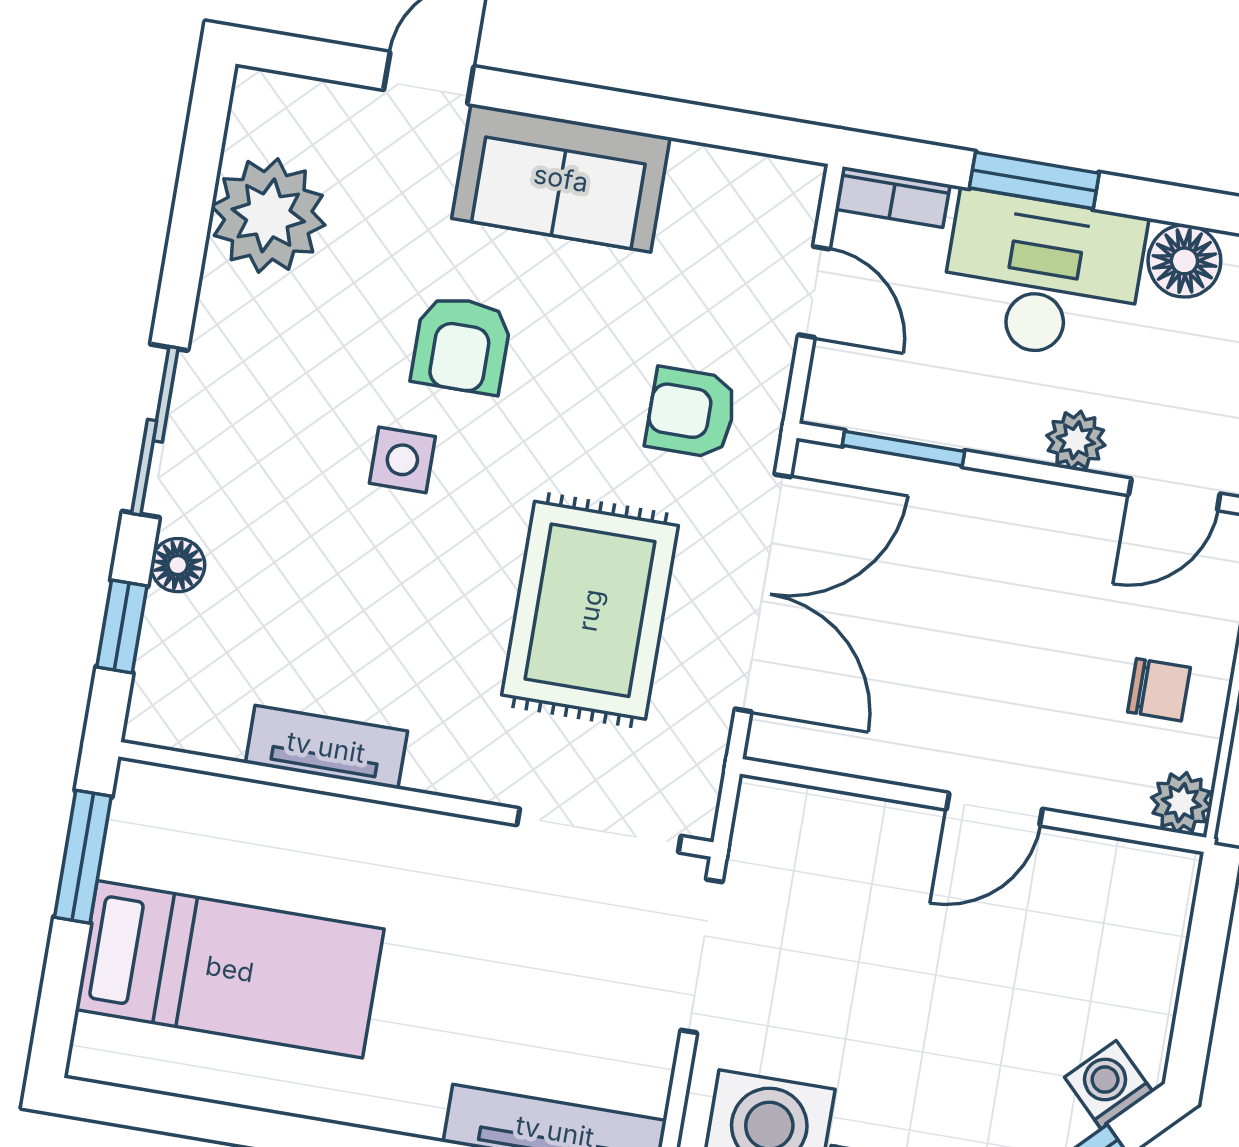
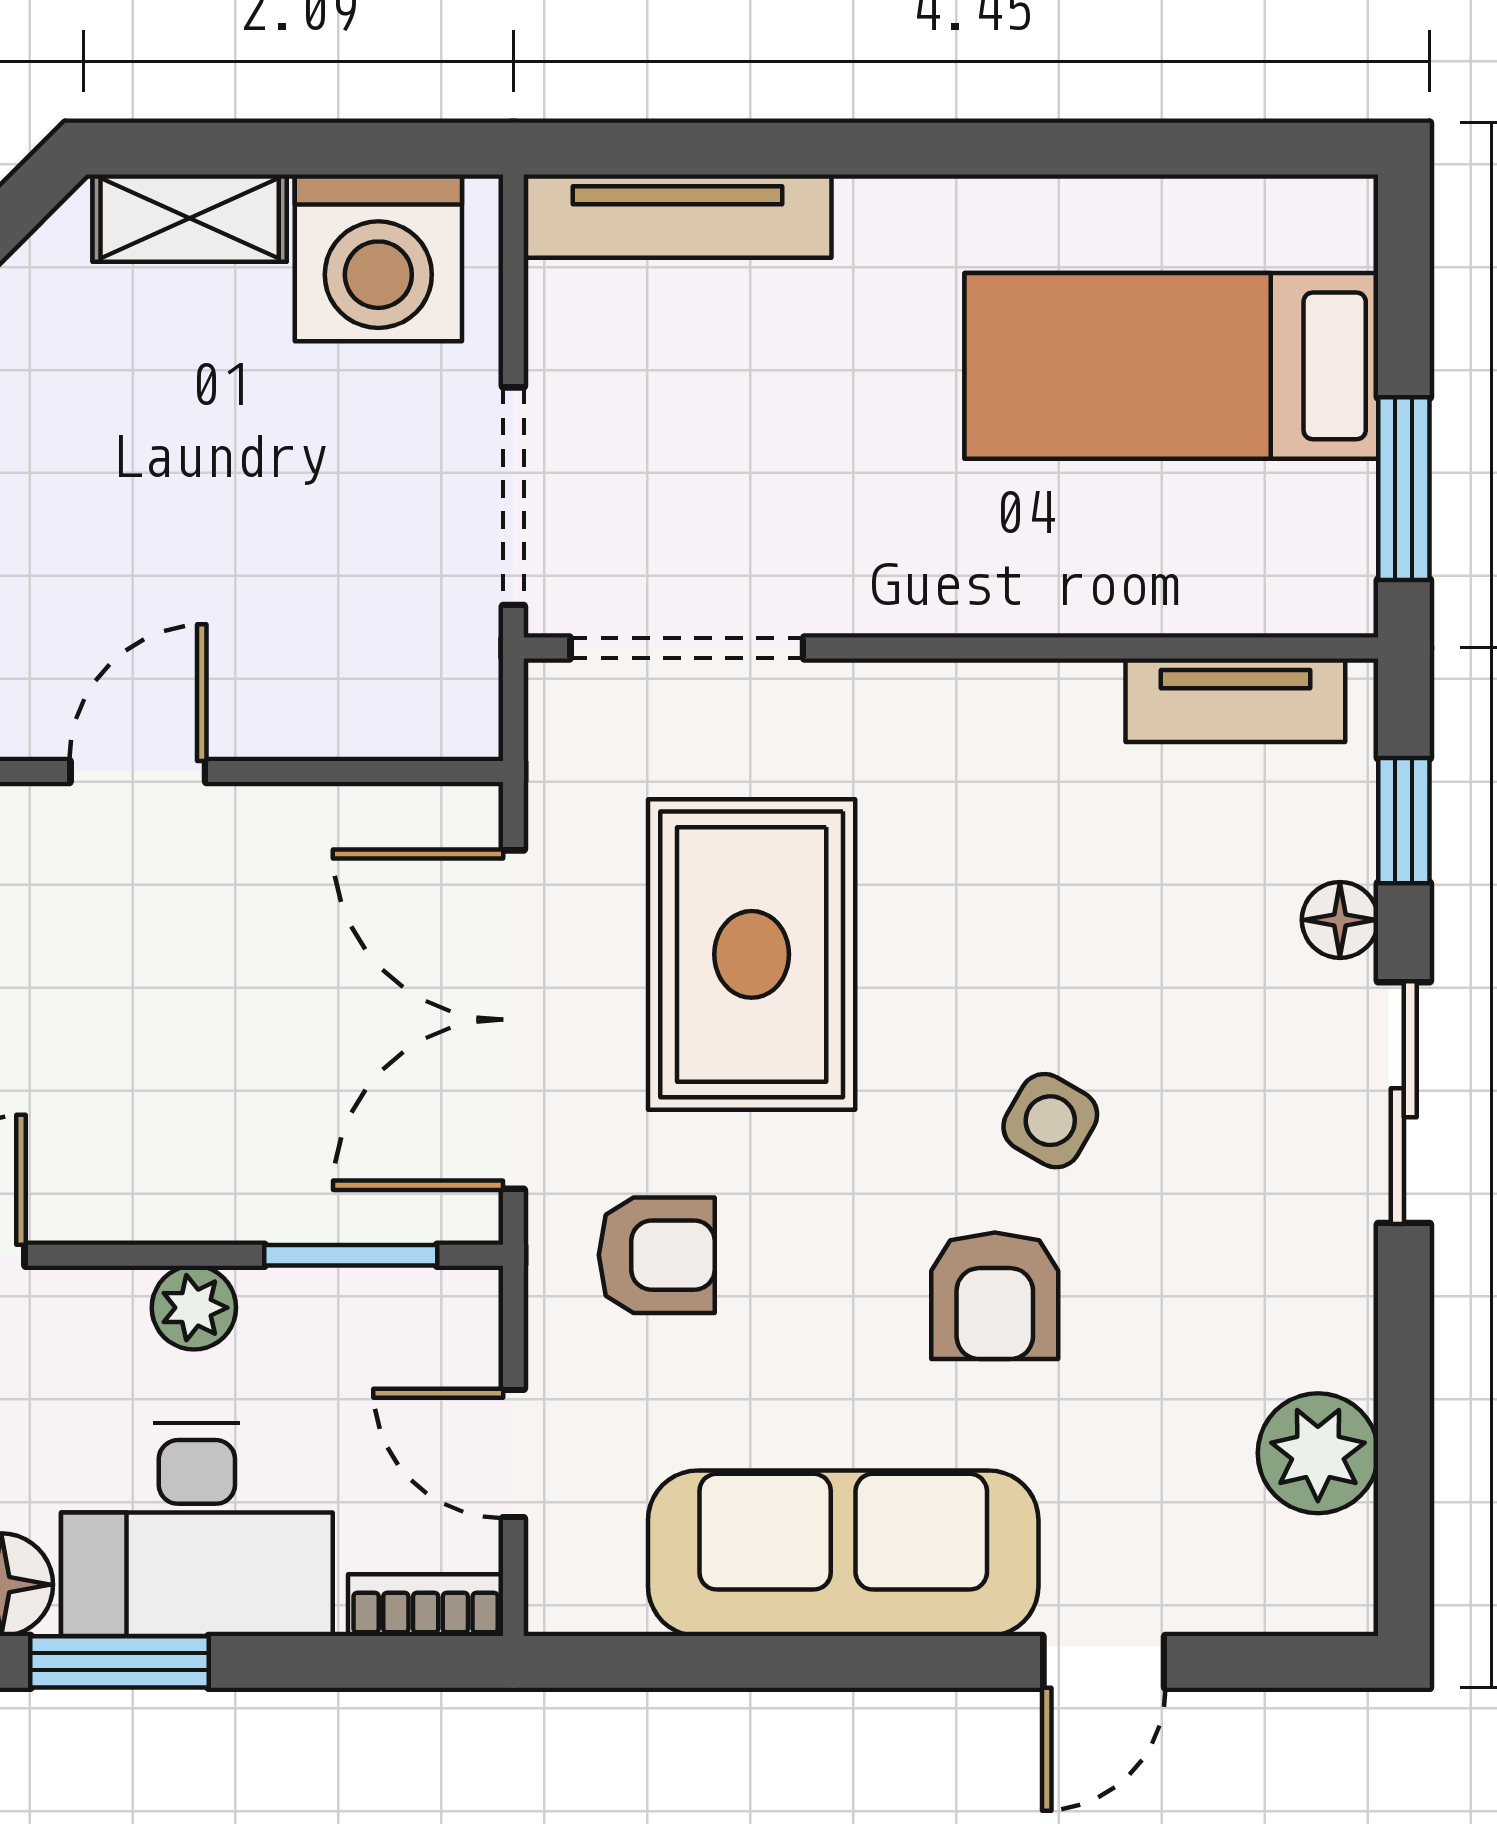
sofa: (561, 178) -> (843, 1553), width x1.36
window: (1034, 180) -> (120, 1662), moved
plant: (268, 215) -> (1318, 1453), width x0.73, depth x0.73
armchair: (461, 345) -> (995, 1296), turned 180
plant: (1076, 440) -> (194, 1308), moved
side table: (402, 460) -> (1050, 1121), turned 30
tv unit: (326, 747) -> (1235, 700), moved

